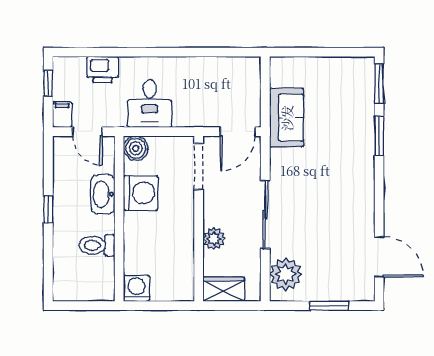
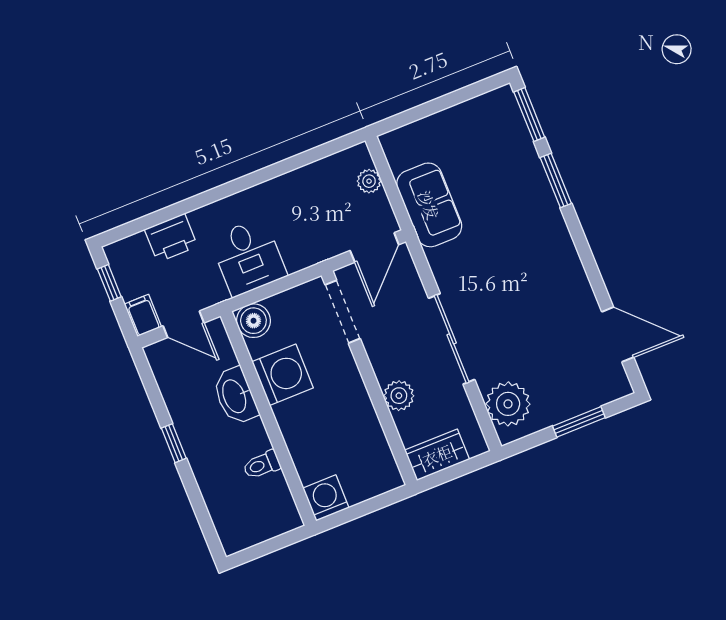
plant: (252, 85) -> (369, 181), added
toilet: (97, 245) -> (262, 465), width x0.73, depth x0.72

